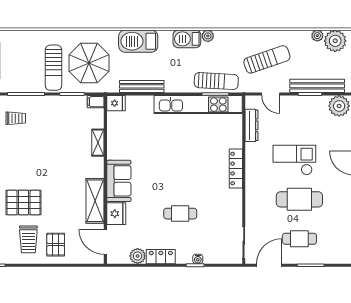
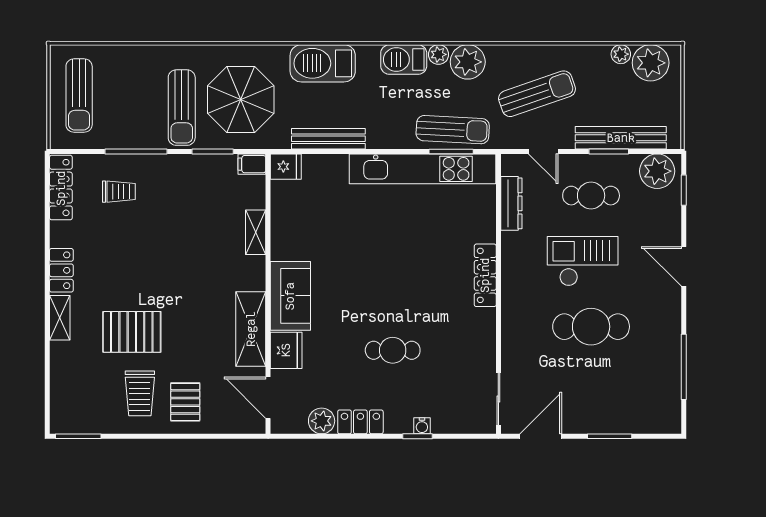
plant: (225, 40) -> (468, 62), added
cafe table: (299, 239) -> (591, 196), moved

